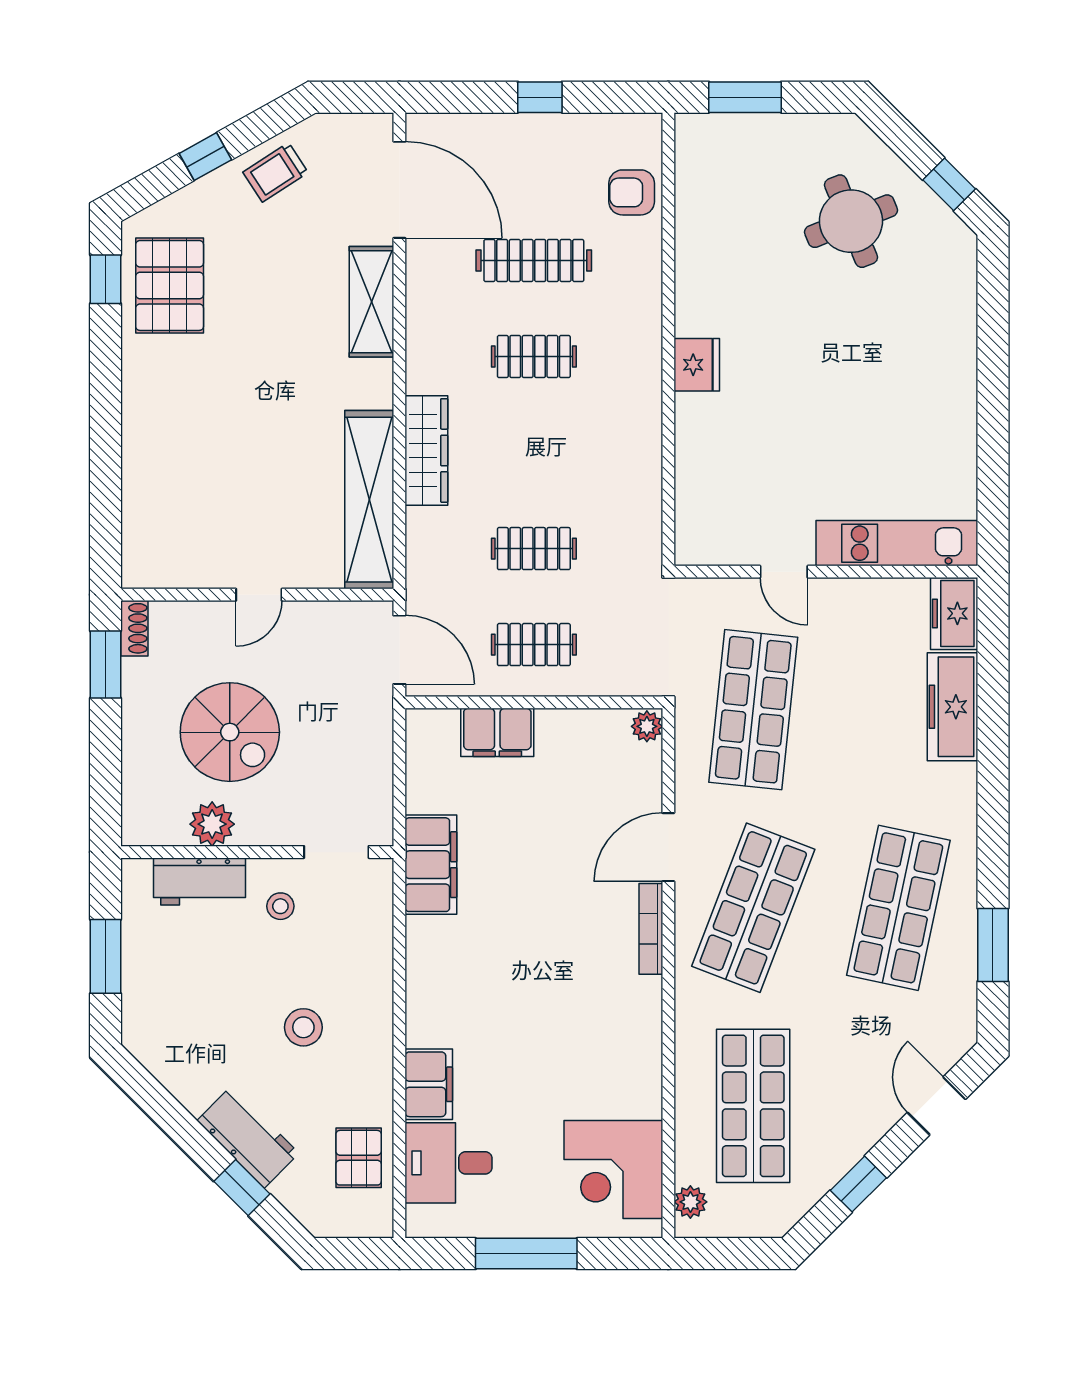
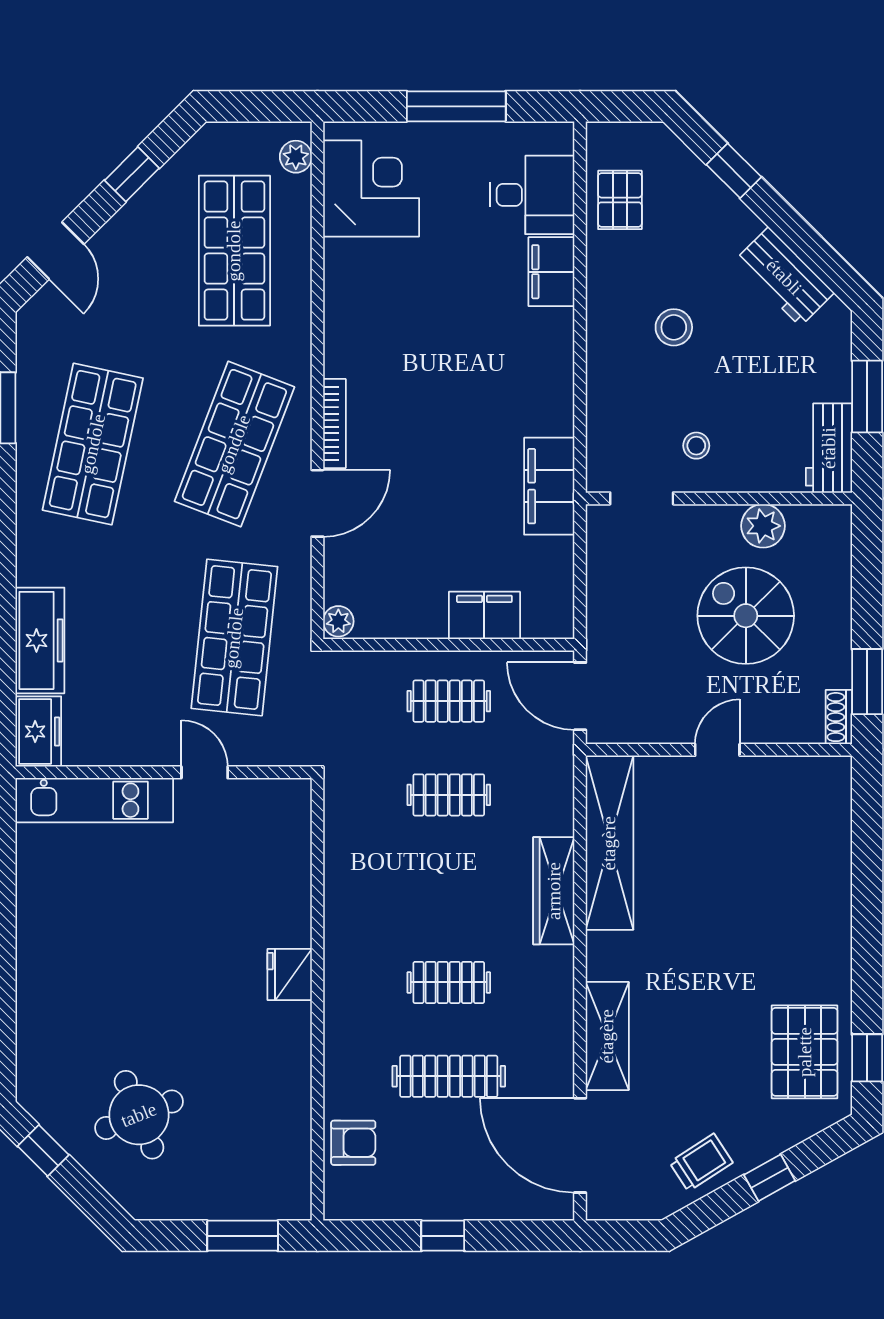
workbench: (199, 882) -> (829, 448), moved, turned -90
workbench: (248, 1137) -> (784, 277), moved

